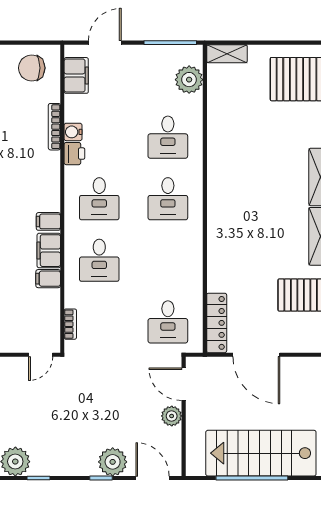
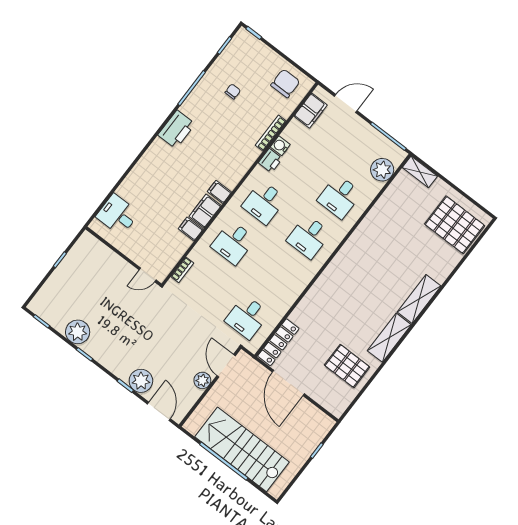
chair: (32, 68) -> (285, 83), turned 90

